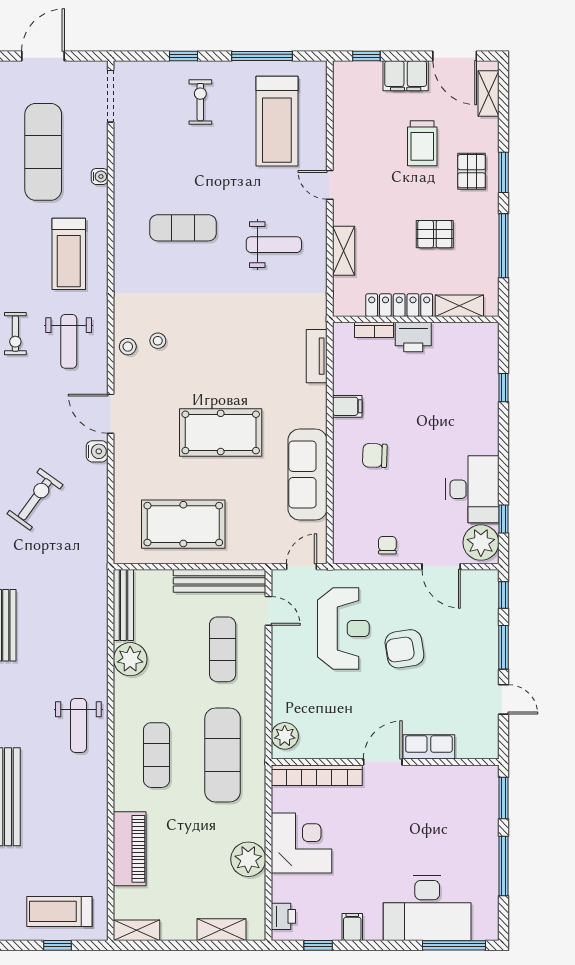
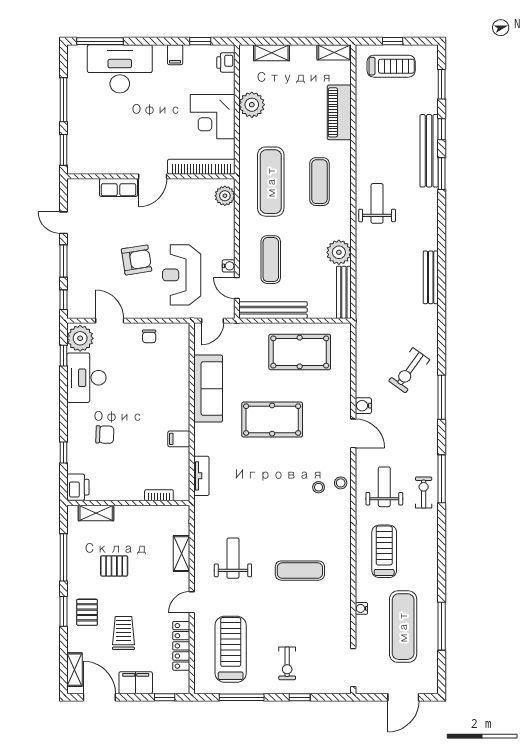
door: (330, 185) -> (192, 602), swing flipped
weight bench: (274, 245) -> (233, 558), turned 90
locker: (399, 305) -> (181, 646), moved, turned 90
printer: (413, 337) -> (78, 487), moved, turned 90
chair: (375, 456) -> (105, 435), moved
water cooler: (280, 641) -> (229, 266), added

